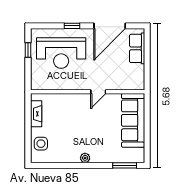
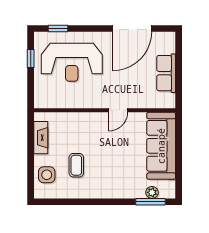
window: (72, 26) -> (58, 28), moved
row of seats: (137, 48) -> (166, 73), moved
coffee table: (65, 136) -> (76, 165), added
plant: (85, 158) -> (152, 192), moved

